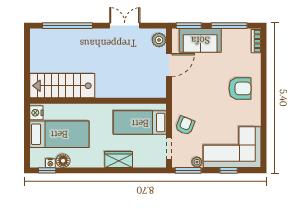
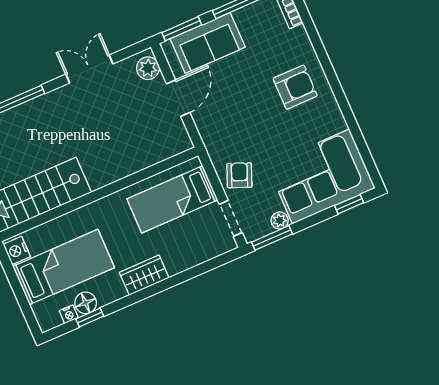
wardrobe: (119, 160) -> (144, 275), moved
window: (47, 170) -> (90, 318), moved
window: (229, 170) -> (349, 204), moved

